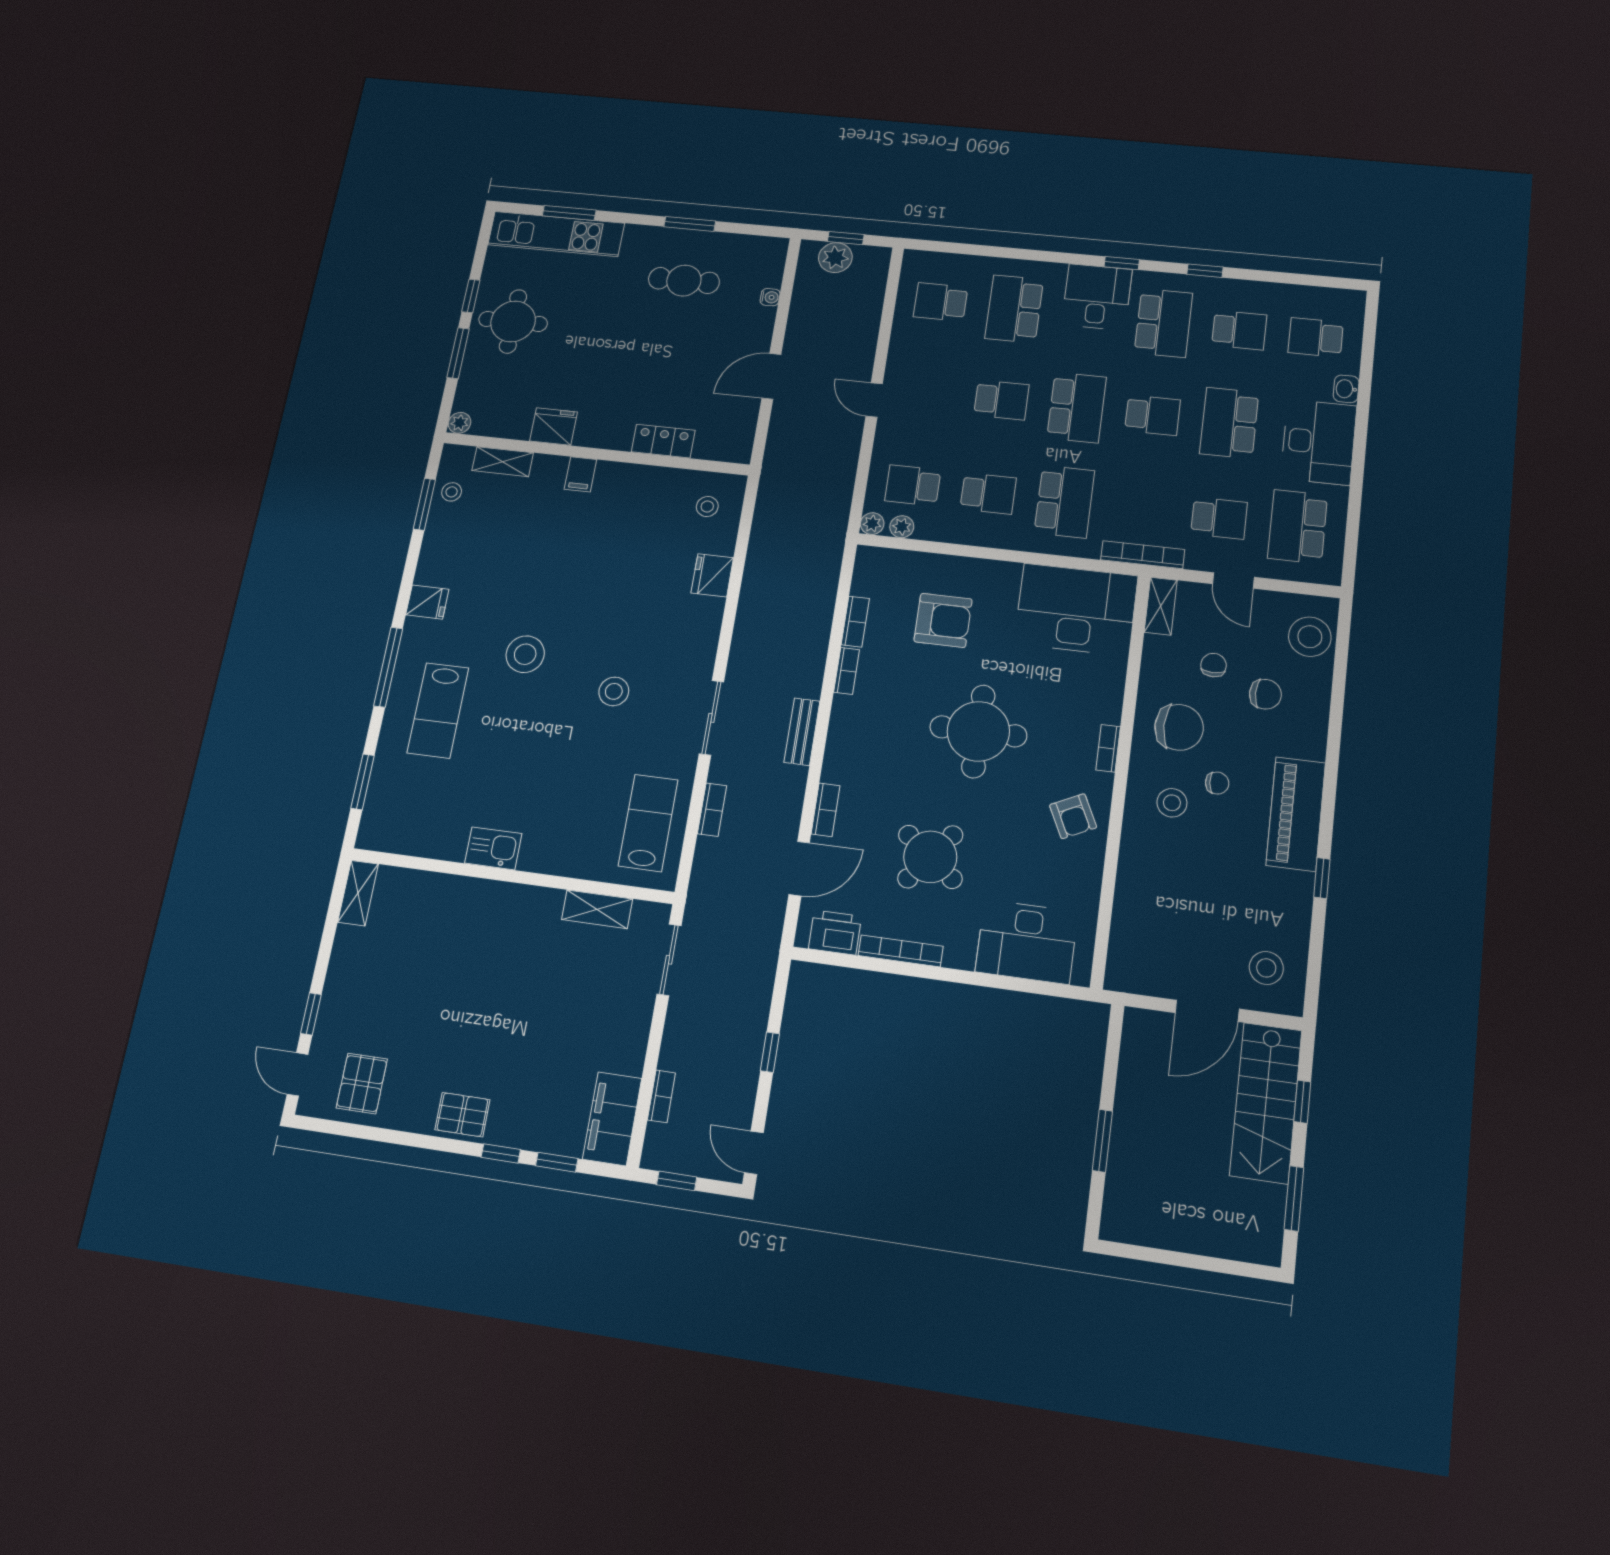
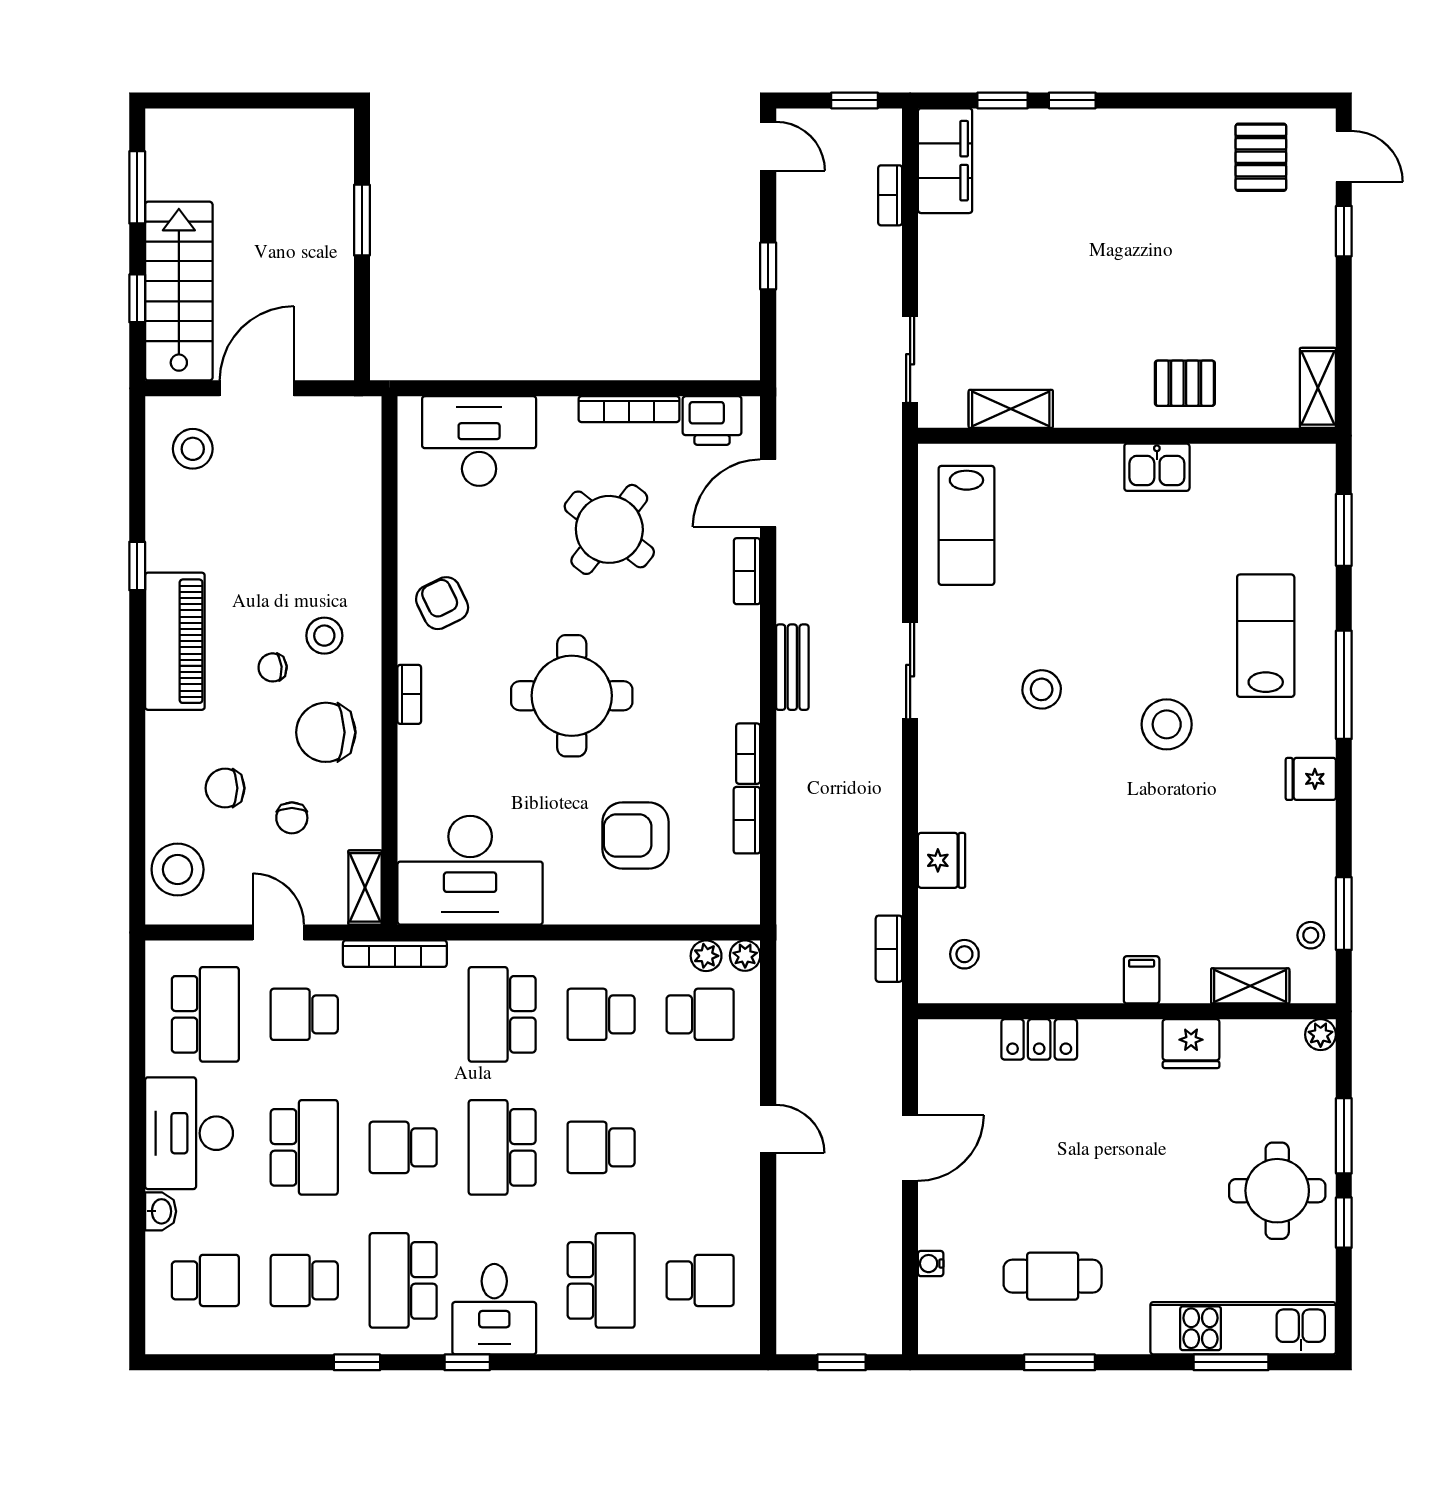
plant: (835, 258) -> (851, 1332), removed
bookcase: (712, 810) -> (889, 949), moved
pallet: (462, 1115) -> (1185, 383), moved

